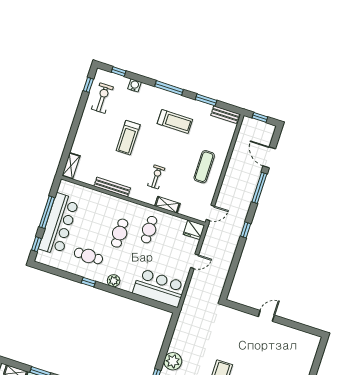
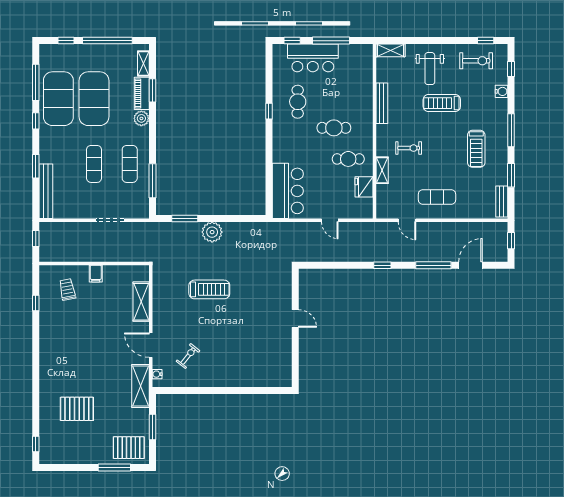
weight bench: (97, 138) -> (430, 69), added
door: (210, 213) -> (407, 220), moved
bar counter: (59, 224) -> (313, 58), width x0.73
fridge: (194, 230) -> (364, 187), moved
plant: (114, 281) -> (279, 138), removed

